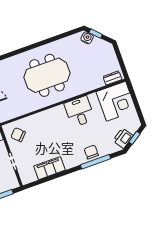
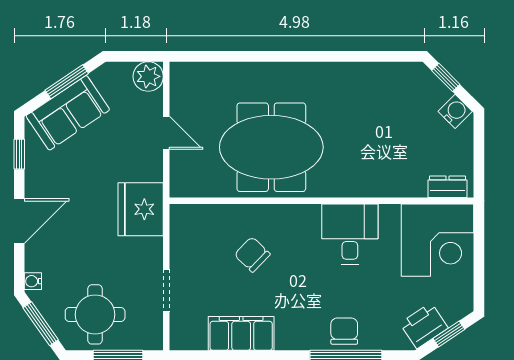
water cooler: (87, 38) -> (455, 111), moved
meeting table: (47, 75) -> (271, 147), moved
chair: (18, 135) -> (252, 254), moved

